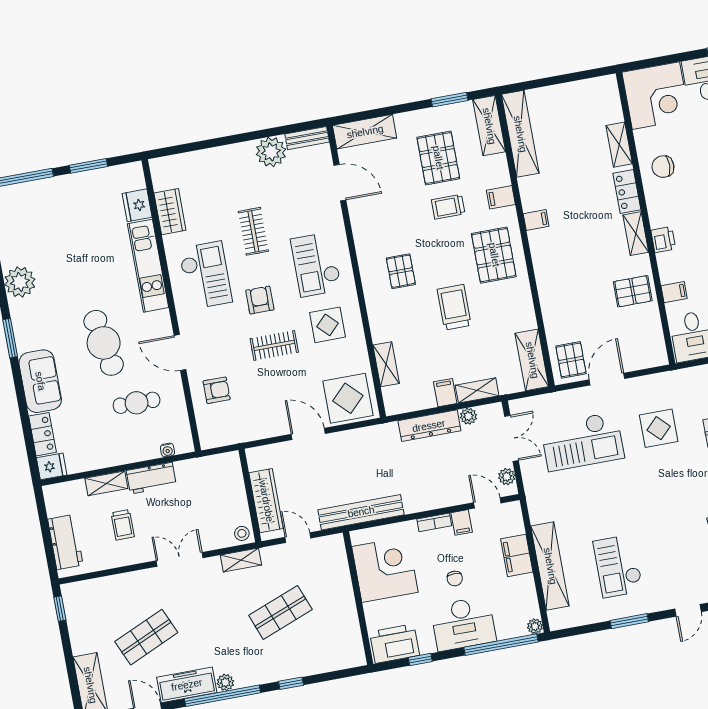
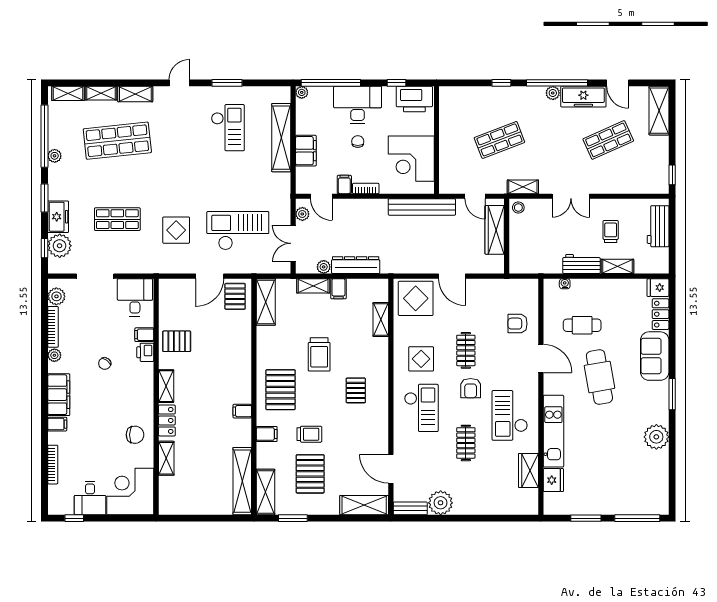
printer: (663, 240) -> (145, 352), moved
clothes rail: (274, 345) -> (466, 350), turned 90

